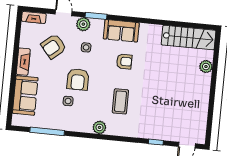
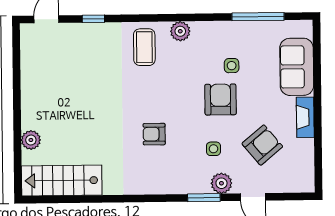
fireplace: (34, 17) -> (297, 185), removed
sofa: (121, 31) -> (164, 179), removed
coffee table: (120, 101) -> (144, 47), moved

